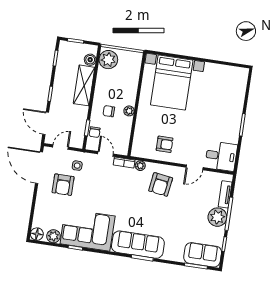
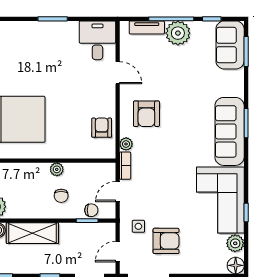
armchair: (165, 144) -> (102, 128), moved
door: (61, 147) -> (118, 252), hinge flipped
armchair: (161, 184) -> (146, 114), turned 82

